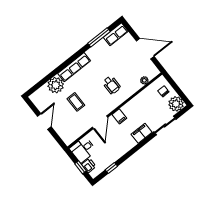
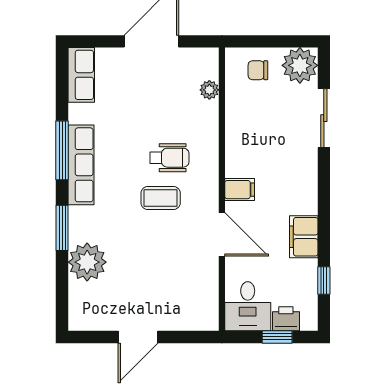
window: (99, 37) -> (62, 150), moved
row of seats: (74, 67) -> (81, 165), moved
window: (60, 68) -> (62, 228), added
coffee table: (76, 102) -> (161, 198), moved
door: (44, 121) -> (138, 337), swing flipped
filing cabinet: (142, 133) -> (304, 237), moved

